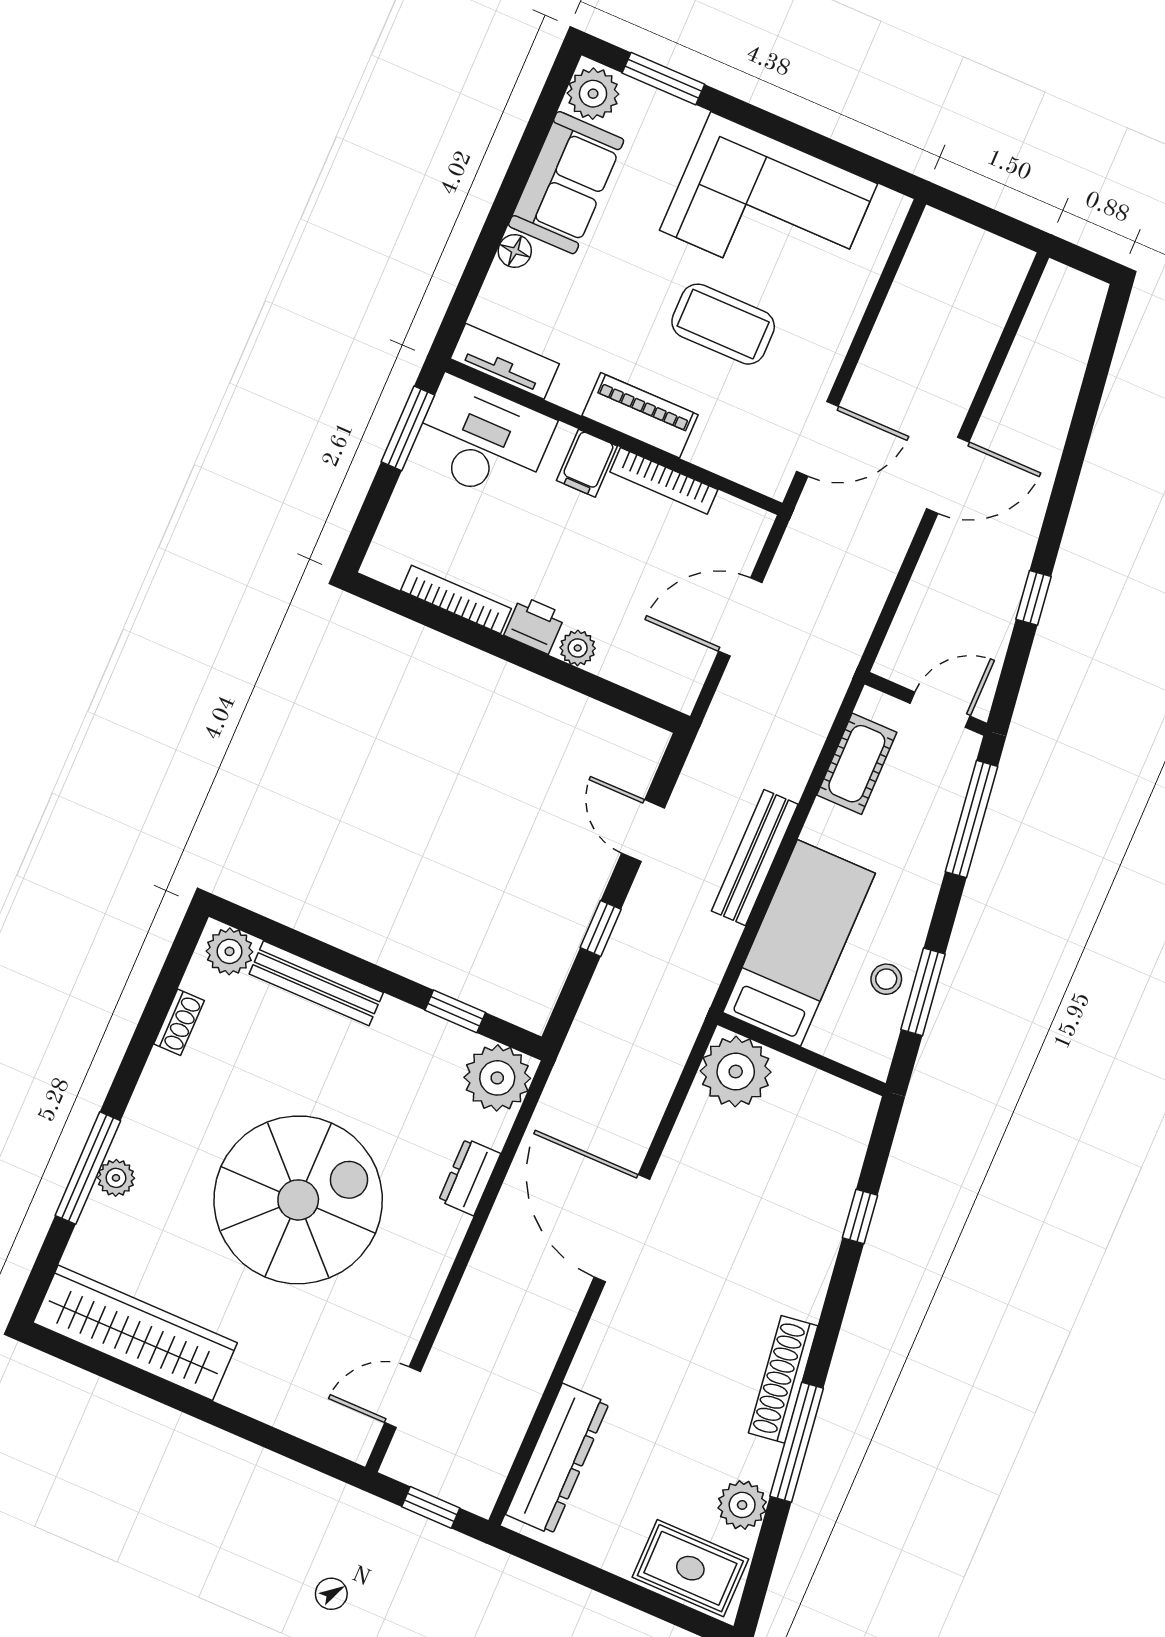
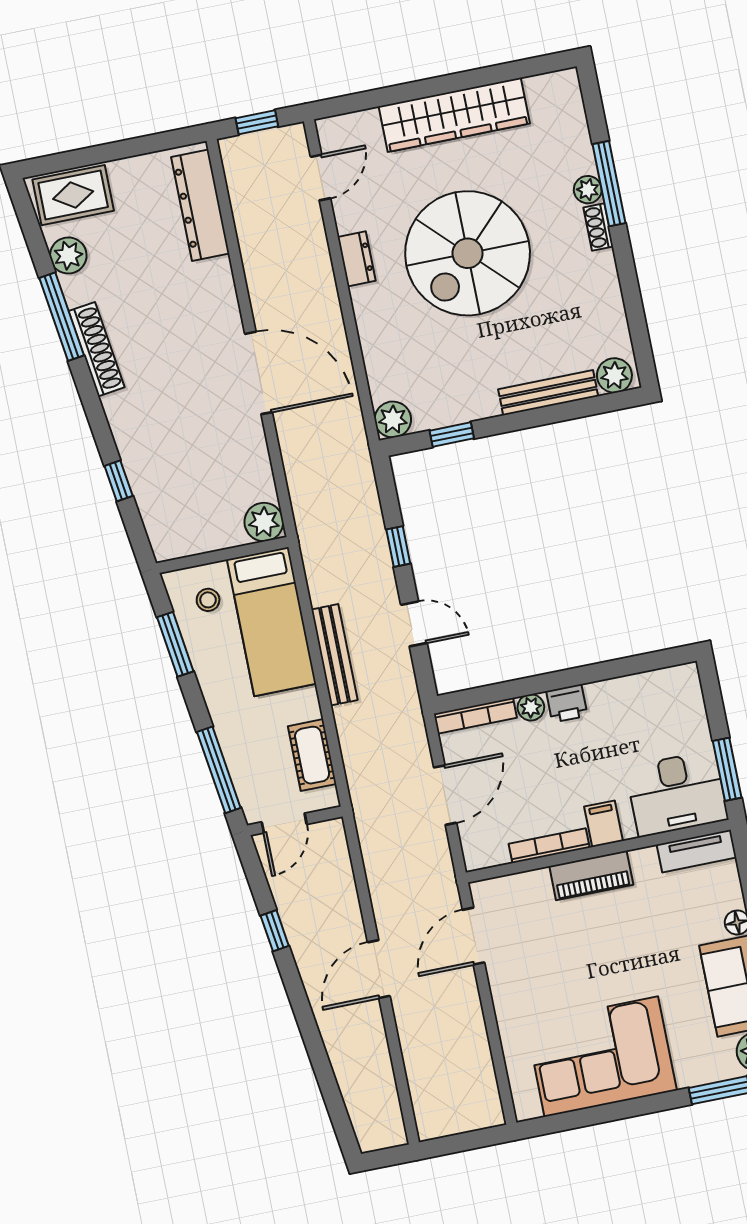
coffee table: (723, 324) -> (579, 966), removed
bookcase: (456, 600) -> (475, 716), moved
stool: (886, 979) -> (208, 600), moved
shoe rack: (179, 1022) -> (598, 227), moved
plant: (736, 1072) -> (264, 522), width x0.73, depth x0.73
plant: (497, 1078) -> (393, 419), width x0.73, depth x0.73
dresser: (470, 1177) -> (357, 259), moved
wardrobe: (135, 1333) -> (454, 115), moved

